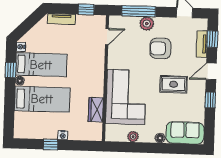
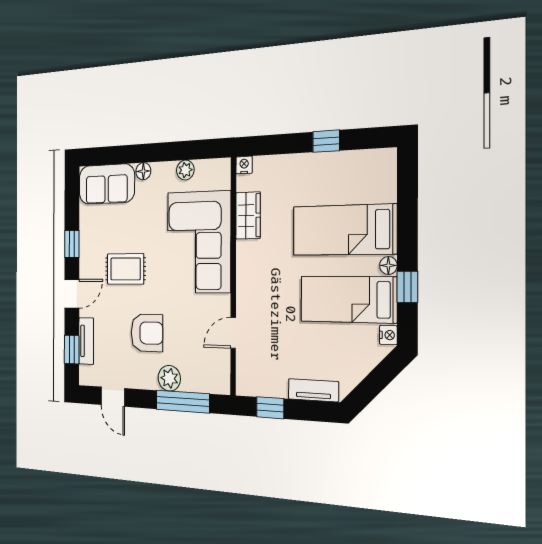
door: (107, 37) -> (233, 333), moved
nightstand: (63, 135) -> (244, 165), moved

